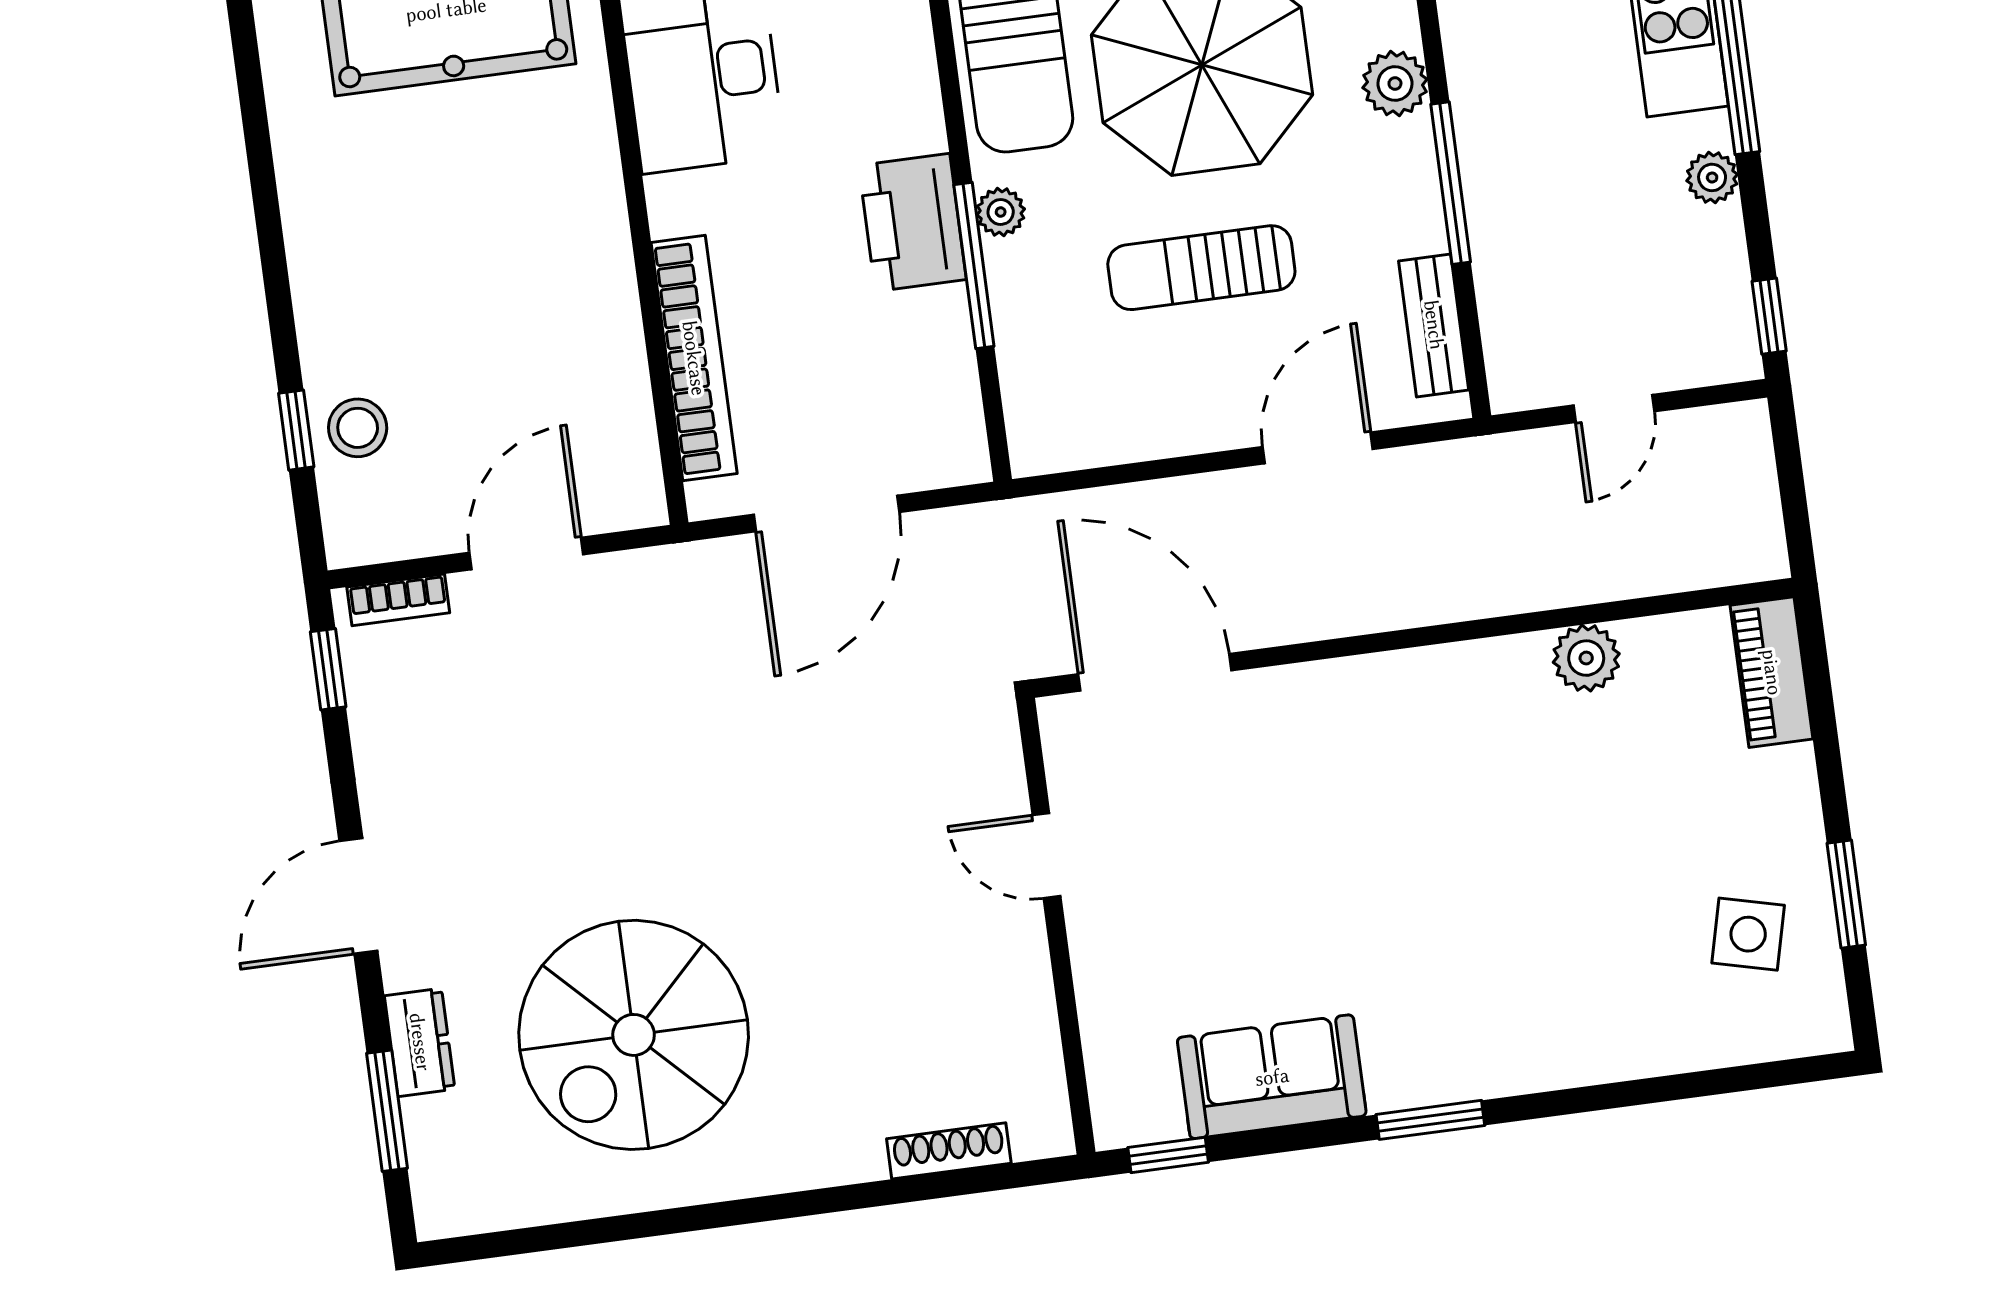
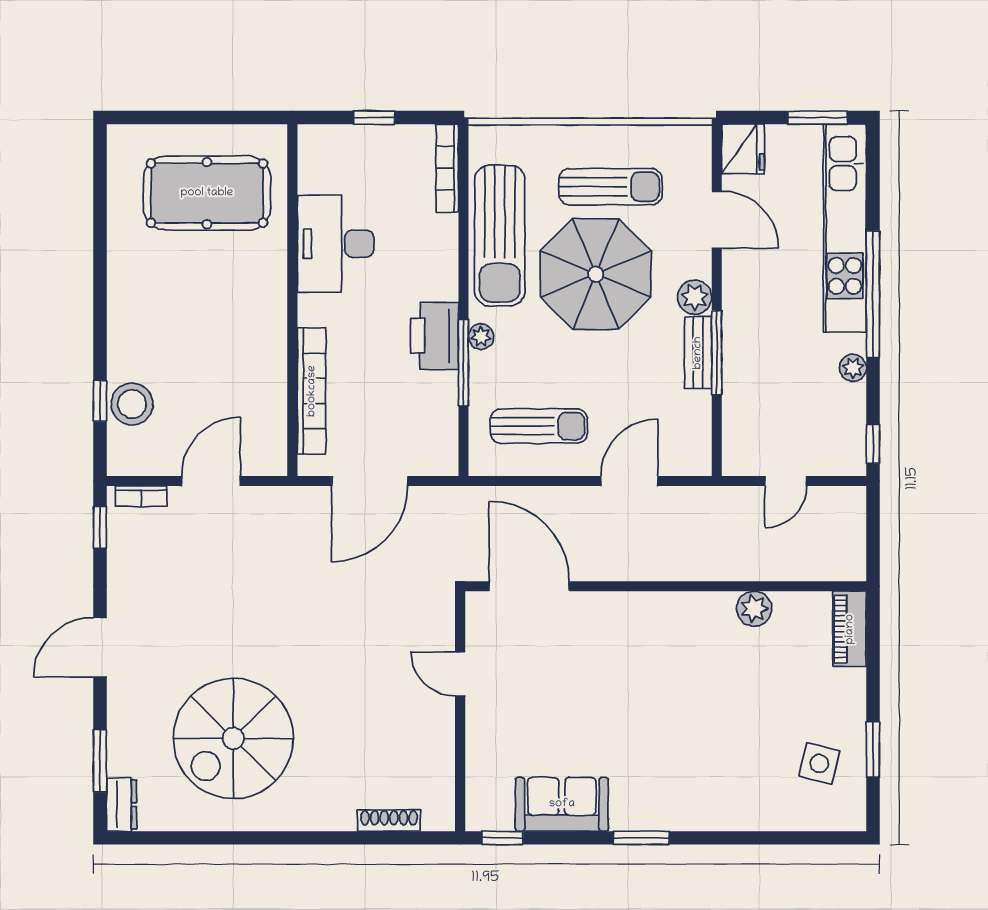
sun lounger: (1201, 268) -> (539, 426), moved, turned 180
bench: (1434, 325) -> (698, 353), moved
stool: (358, 428) -> (132, 404), width x1.38, depth x1.38
dresser: (420, 1042) -> (122, 805), moved

